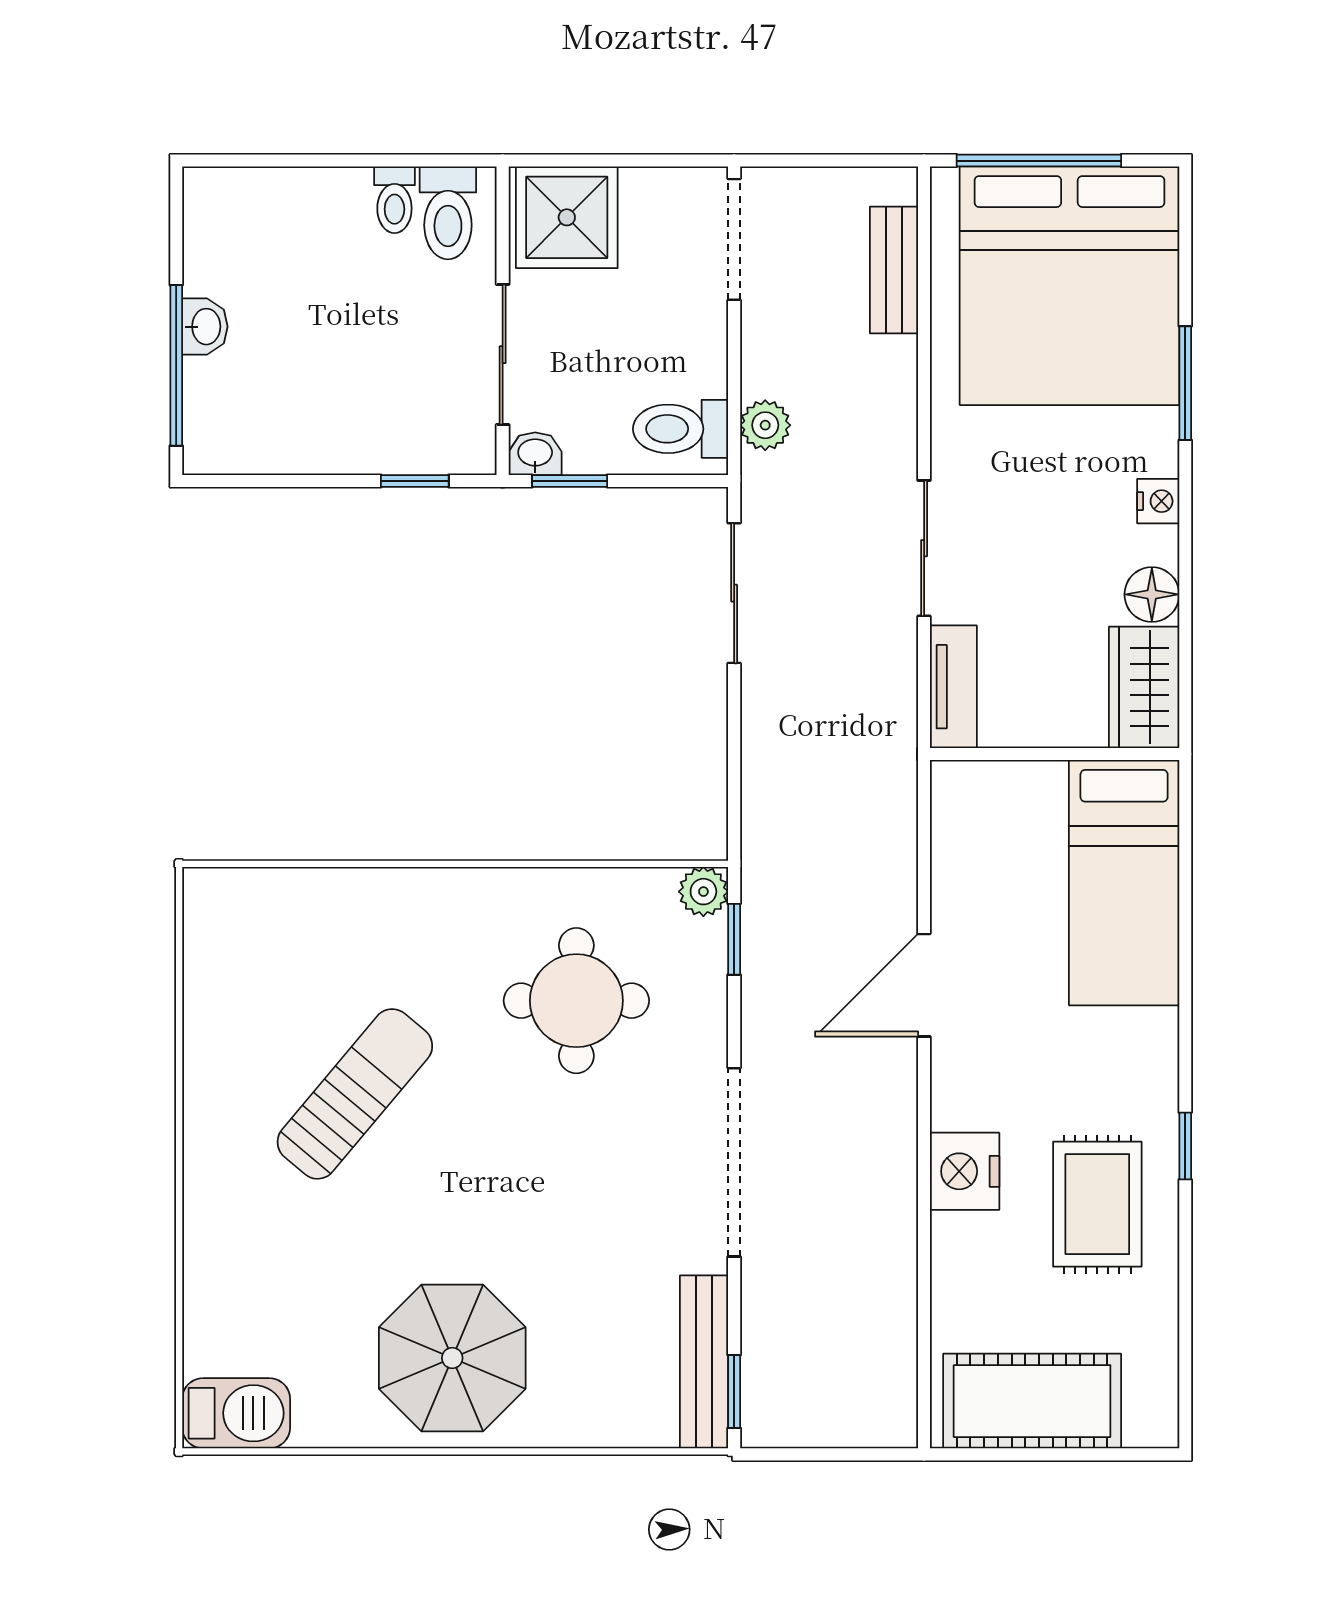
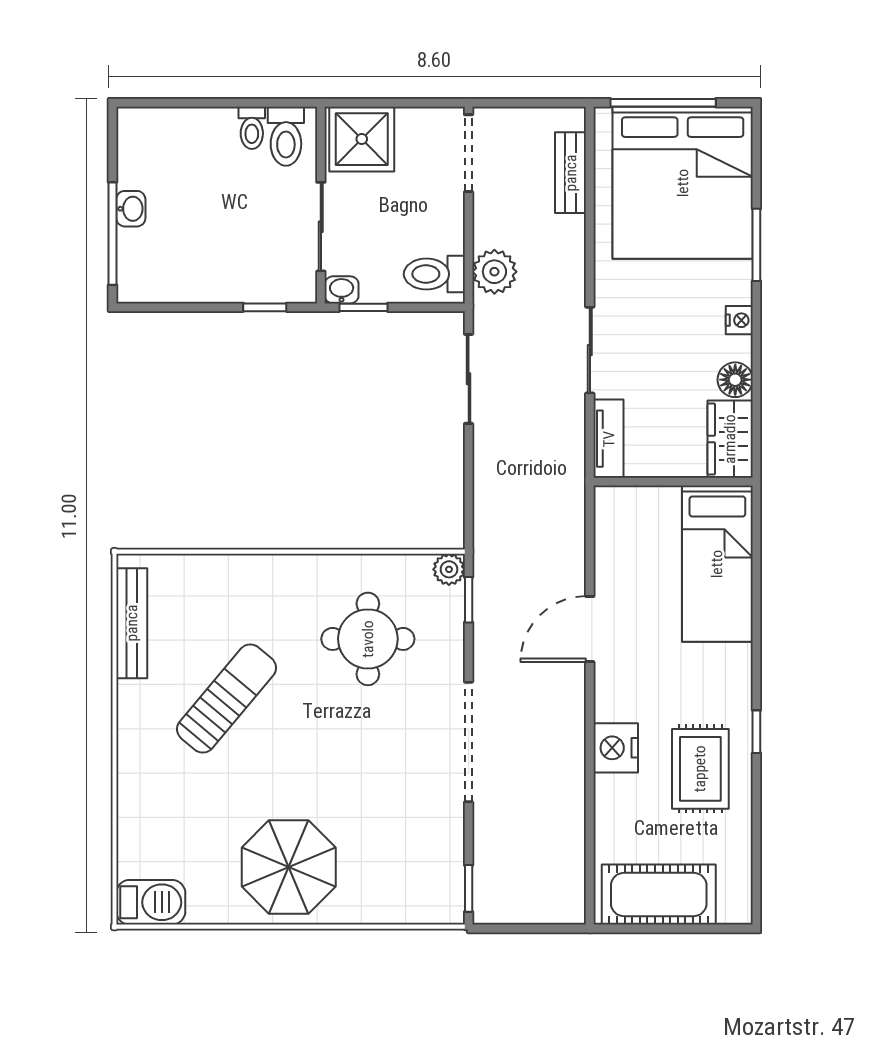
plant: (765, 425) -> (494, 272), width x1.38, depth x1.38
bench: (704, 1362) -> (132, 623), moved

